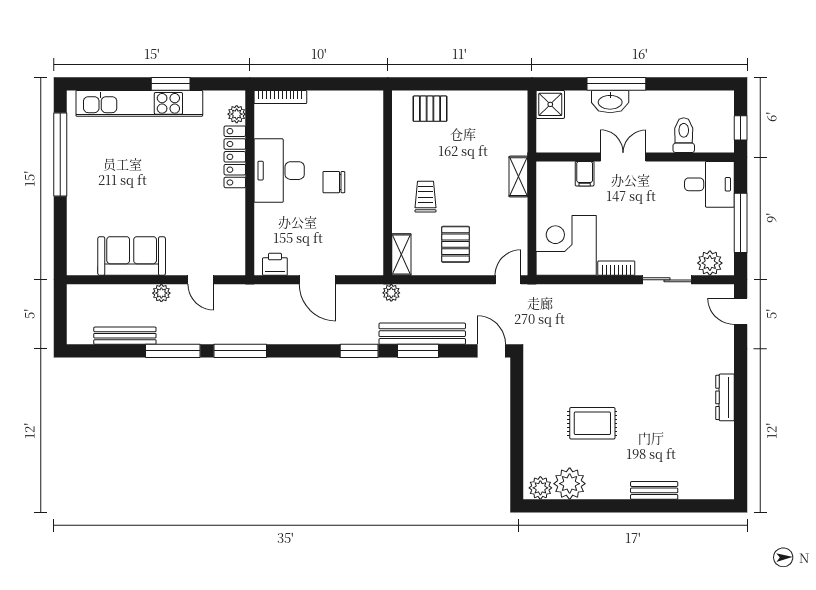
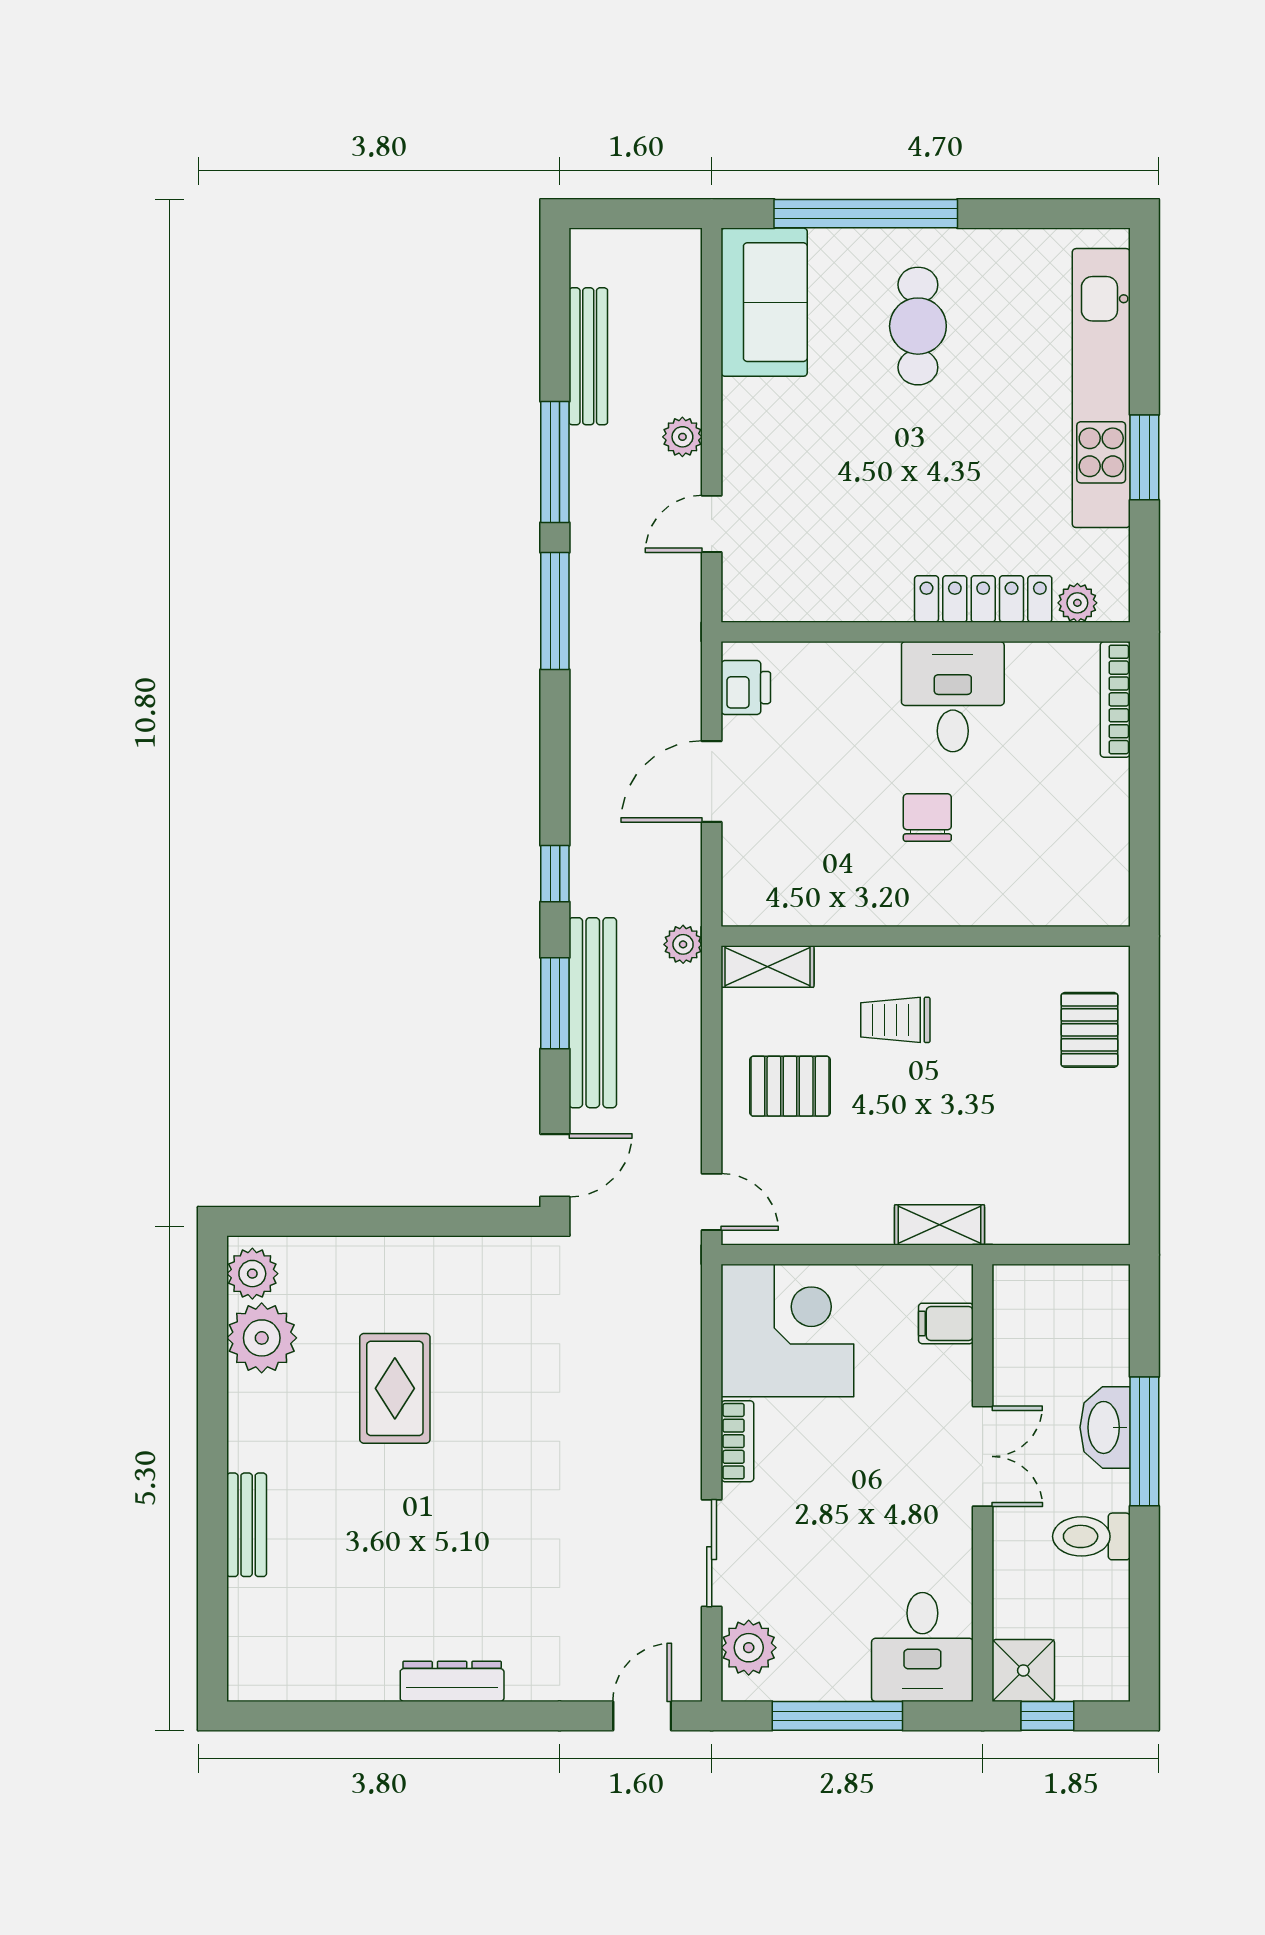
shower: (550, 104) -> (1023, 1670), moved
toilet: (684, 135) -> (1091, 1536), moved, turned 180
window: (60, 154) -> (866, 214), moved
desk: (279, 171) -> (953, 697), width x0.73
filing cabinet: (585, 174) -> (946, 1323), moved
cafe table: (111, 186) -> (918, 326), added
trolley: (425, 197) -> (895, 1020), turned 180
sofa: (132, 256) -> (764, 302), moved
window: (359, 351) -> (555, 874), width x0.67

